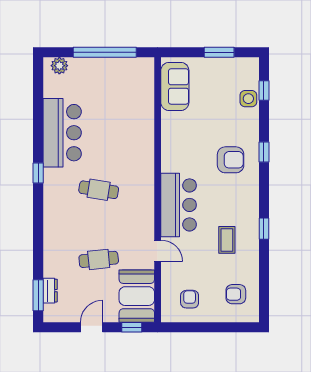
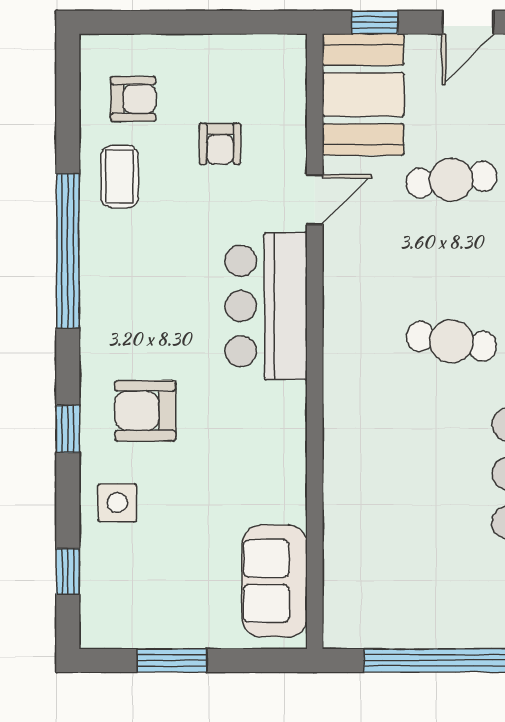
side table: (248, 99) -> (117, 503), moved
window: (264, 229) -> (68, 251), width x3.17
coffee table: (227, 240) -> (120, 177), moved
door: (158, 251) -> (315, 200), swing flipped
armchair: (190, 299) -> (220, 144), moved

